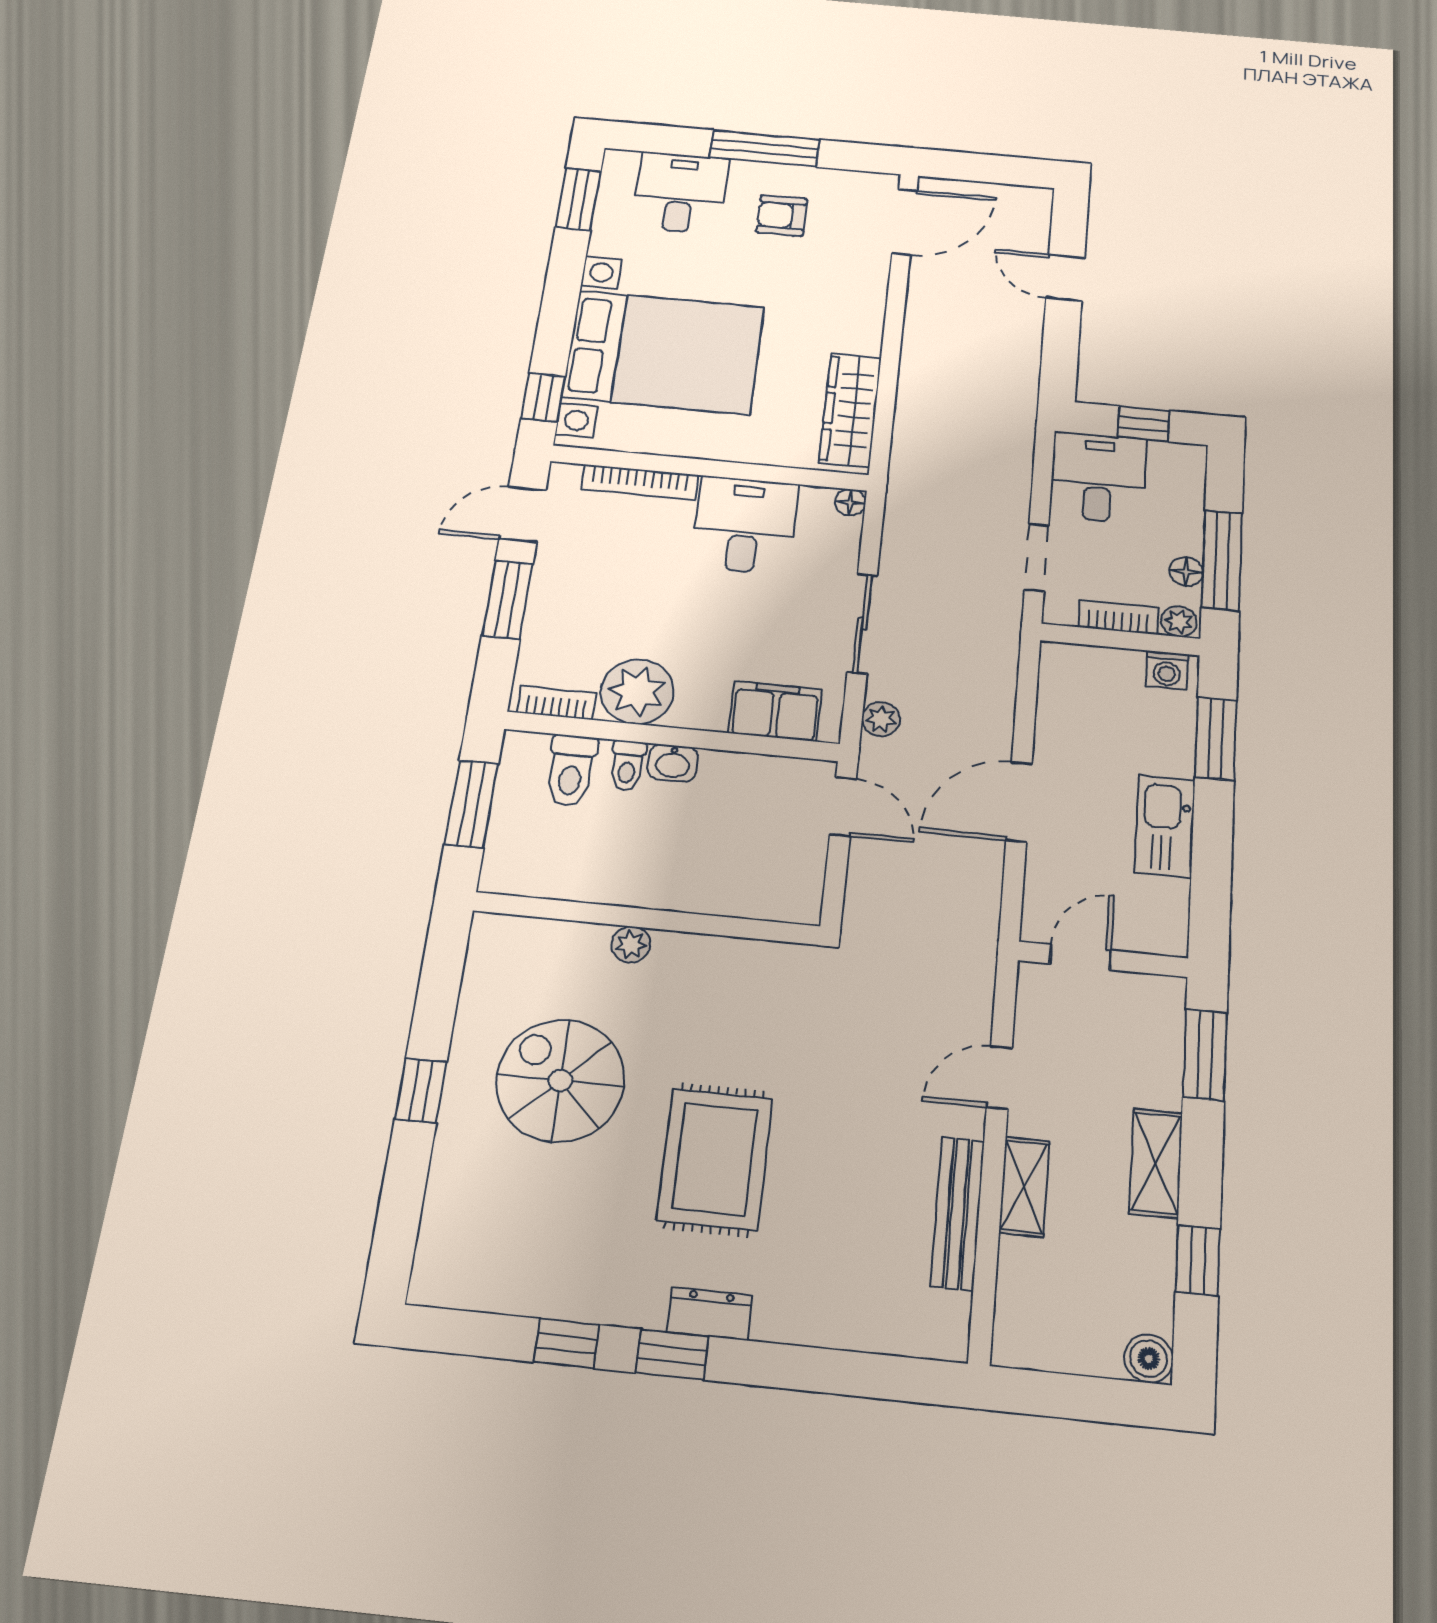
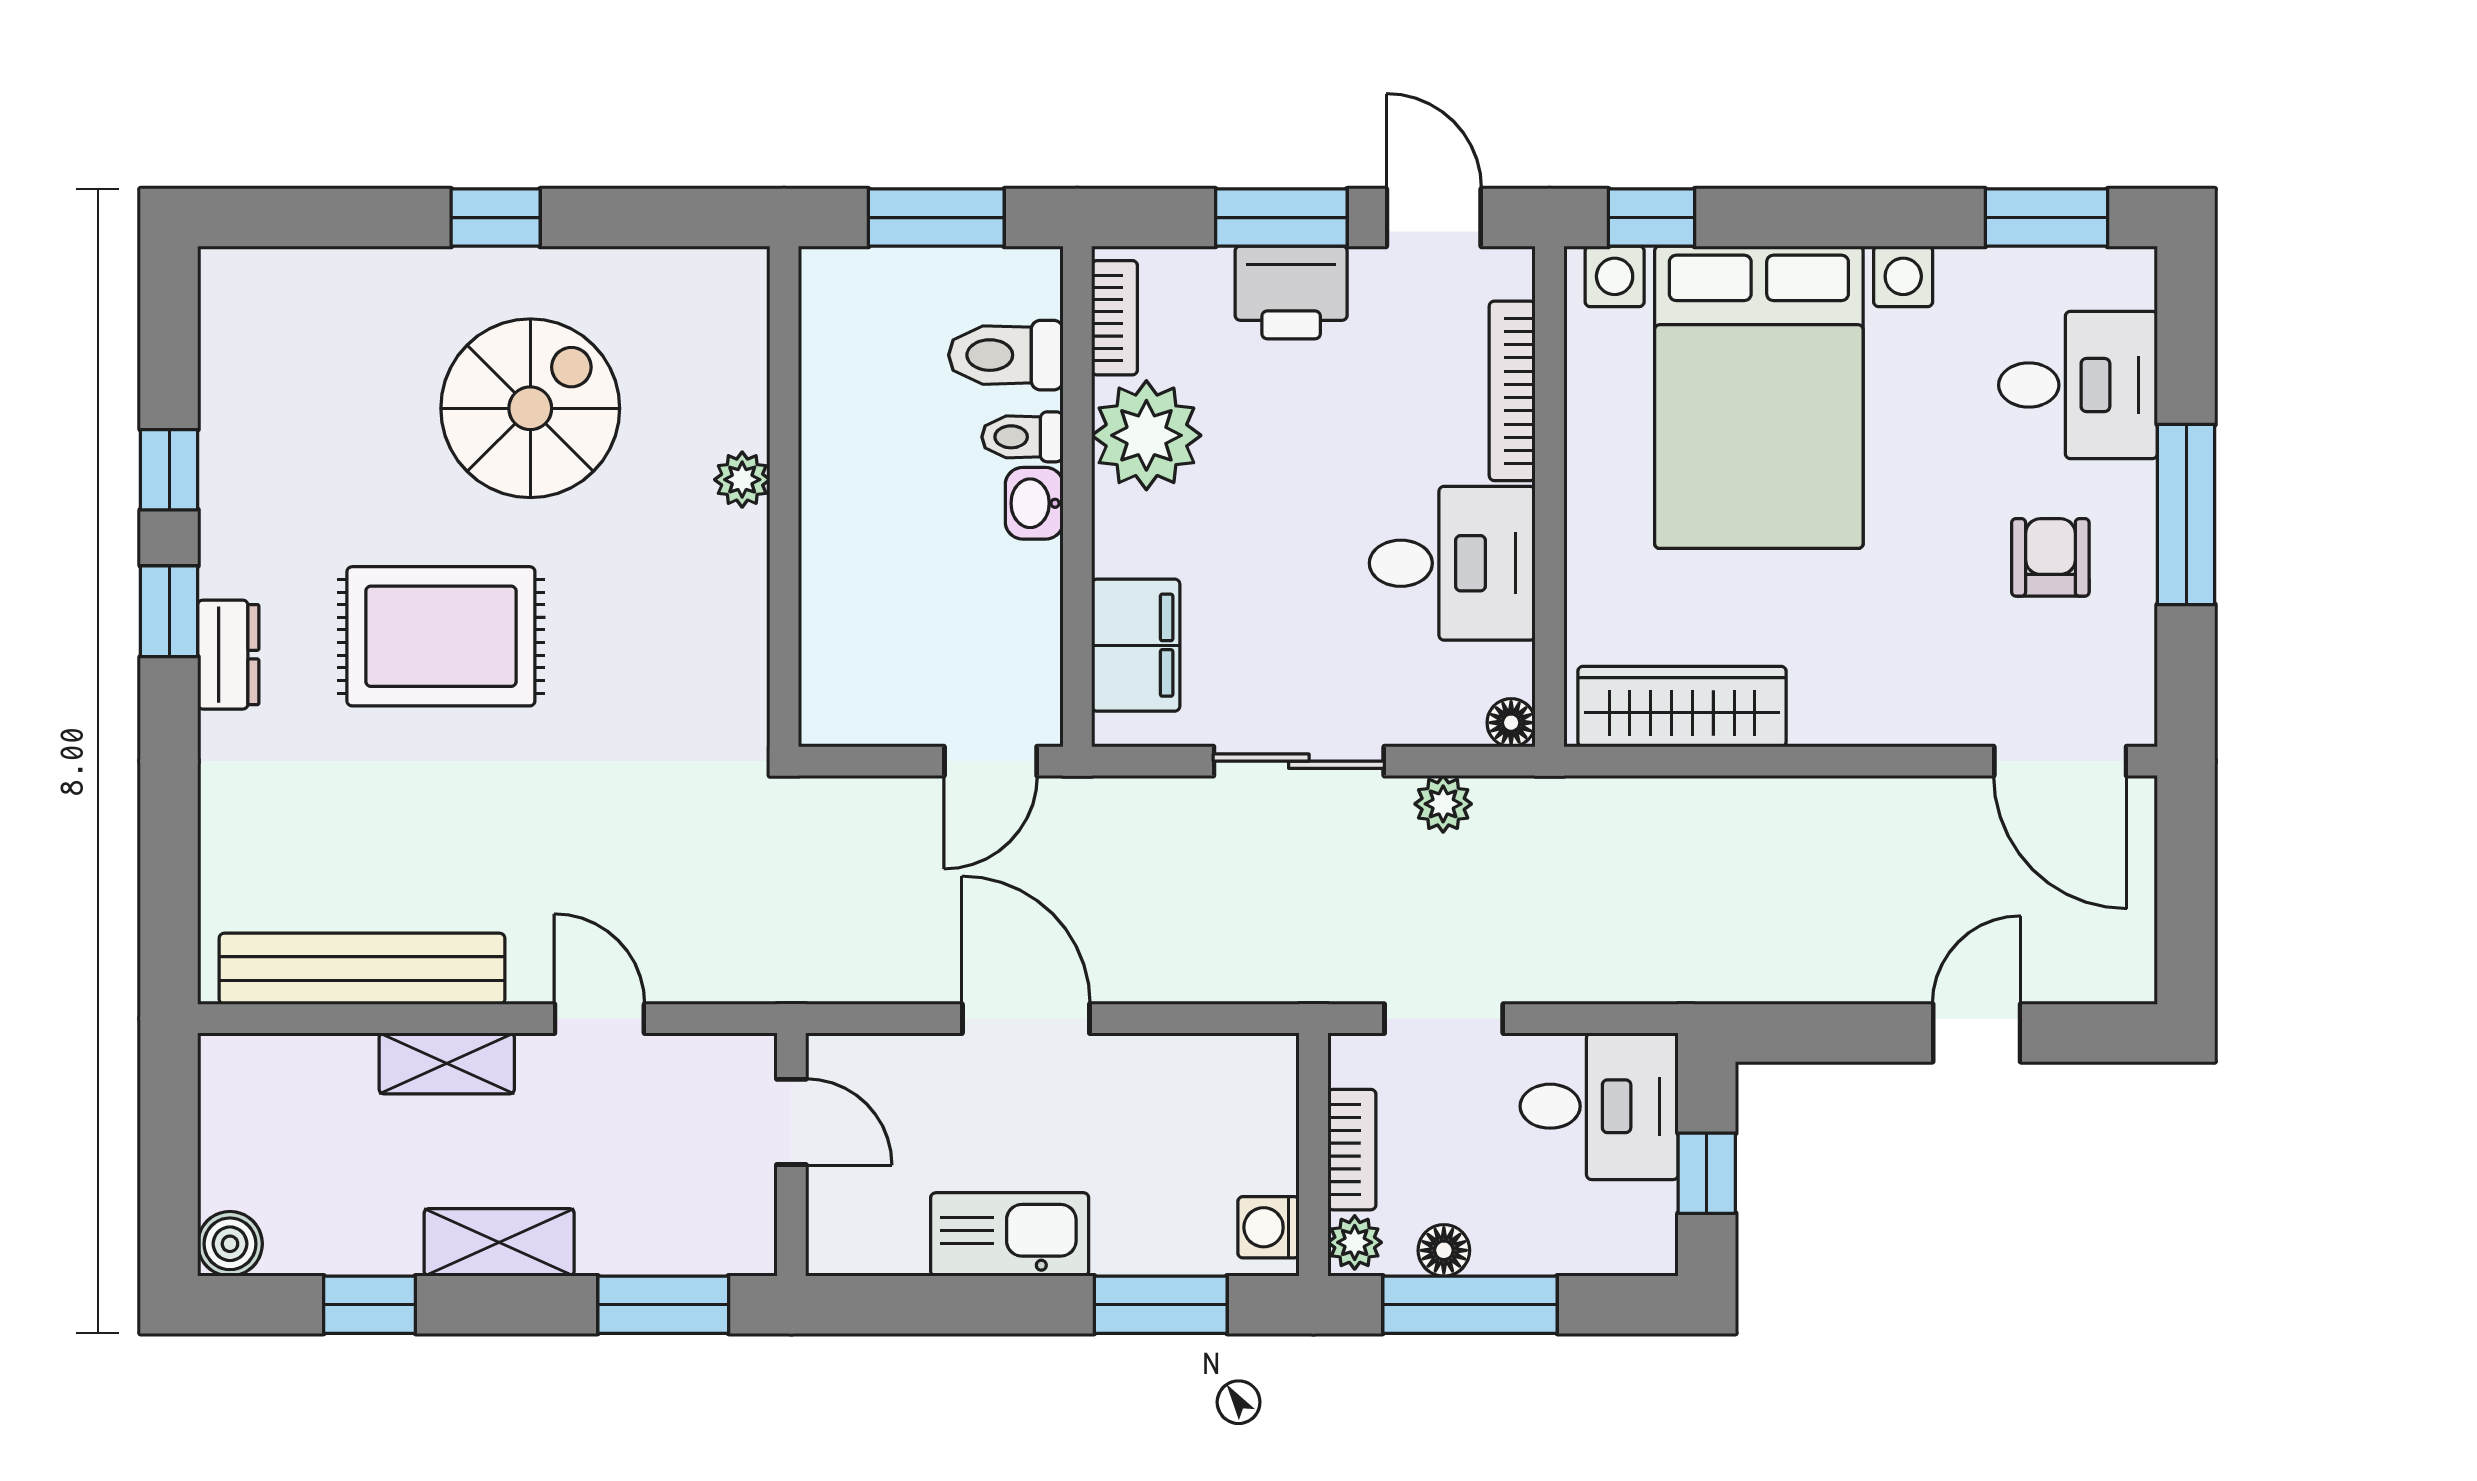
printer: (557, 599) -> (1291, 292), added
plant: (881, 719) -> (1443, 804), moved
bench: (958, 1213) -> (362, 969), width x1.37, depth x1.21

